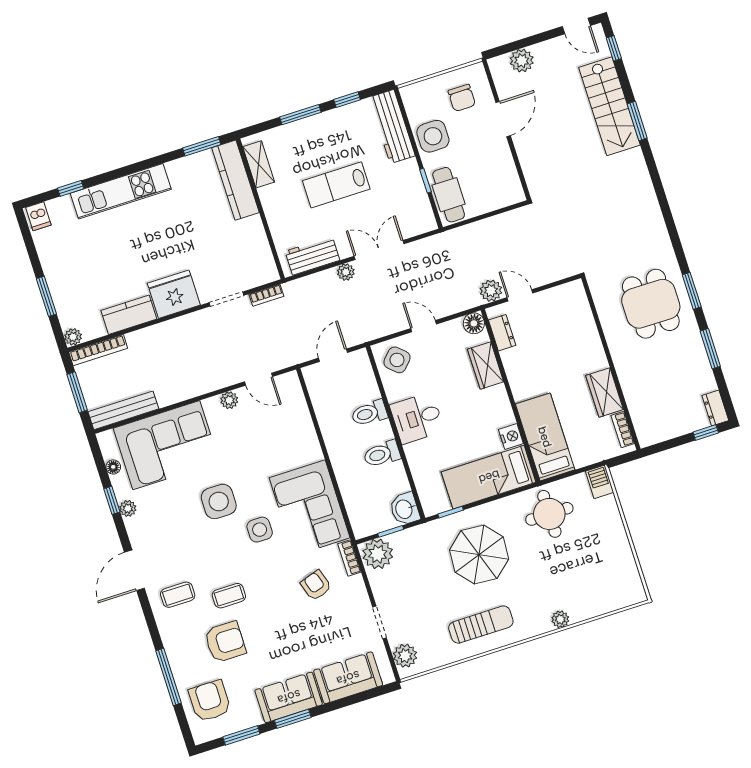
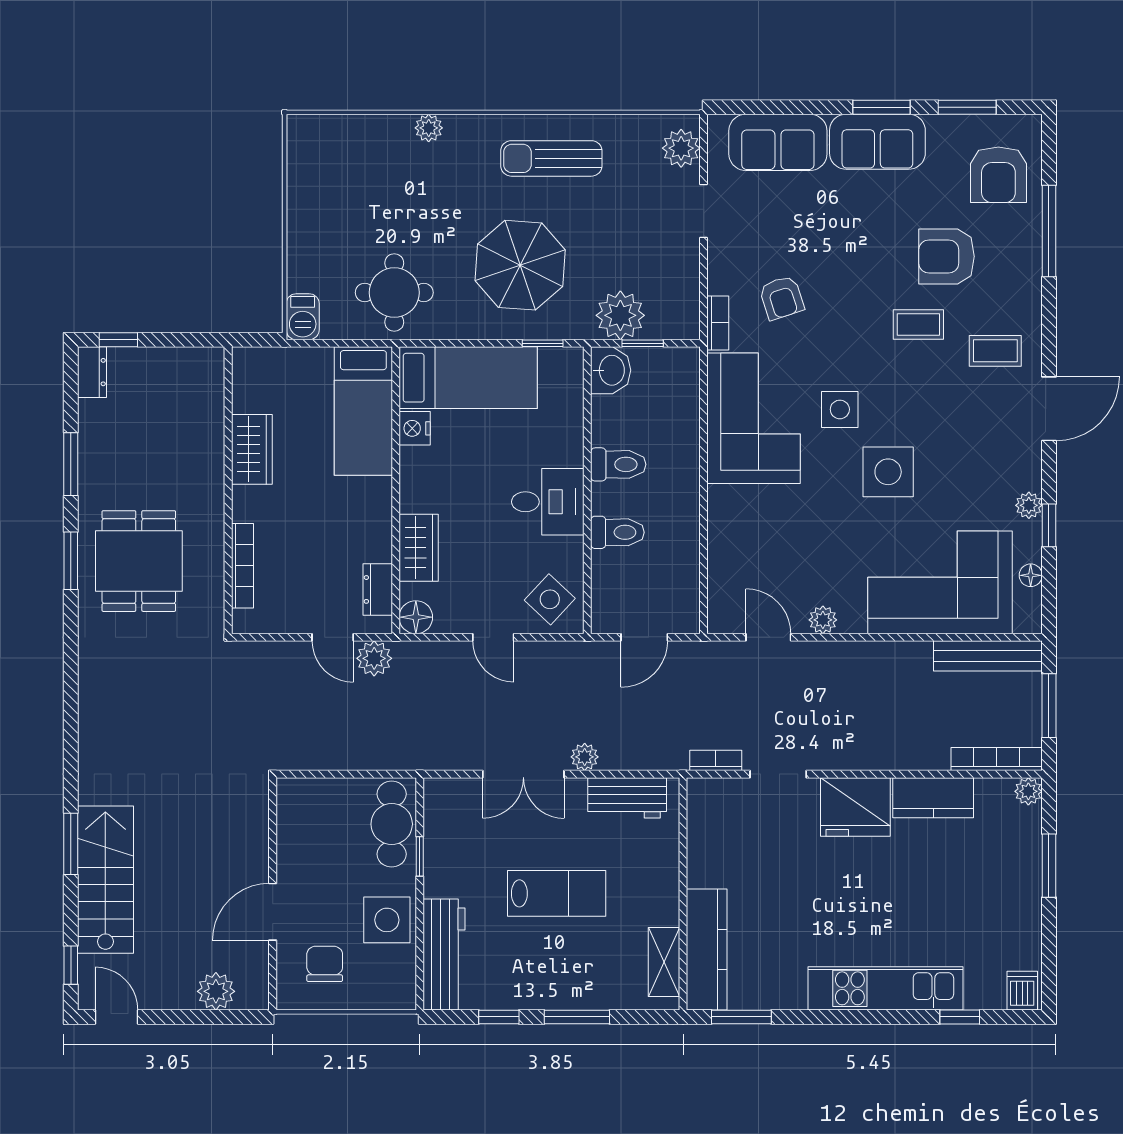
bookcase: (623, 430) -> (242, 566), moved, width x1.56
plant: (378, 554) -> (620, 315), moved

